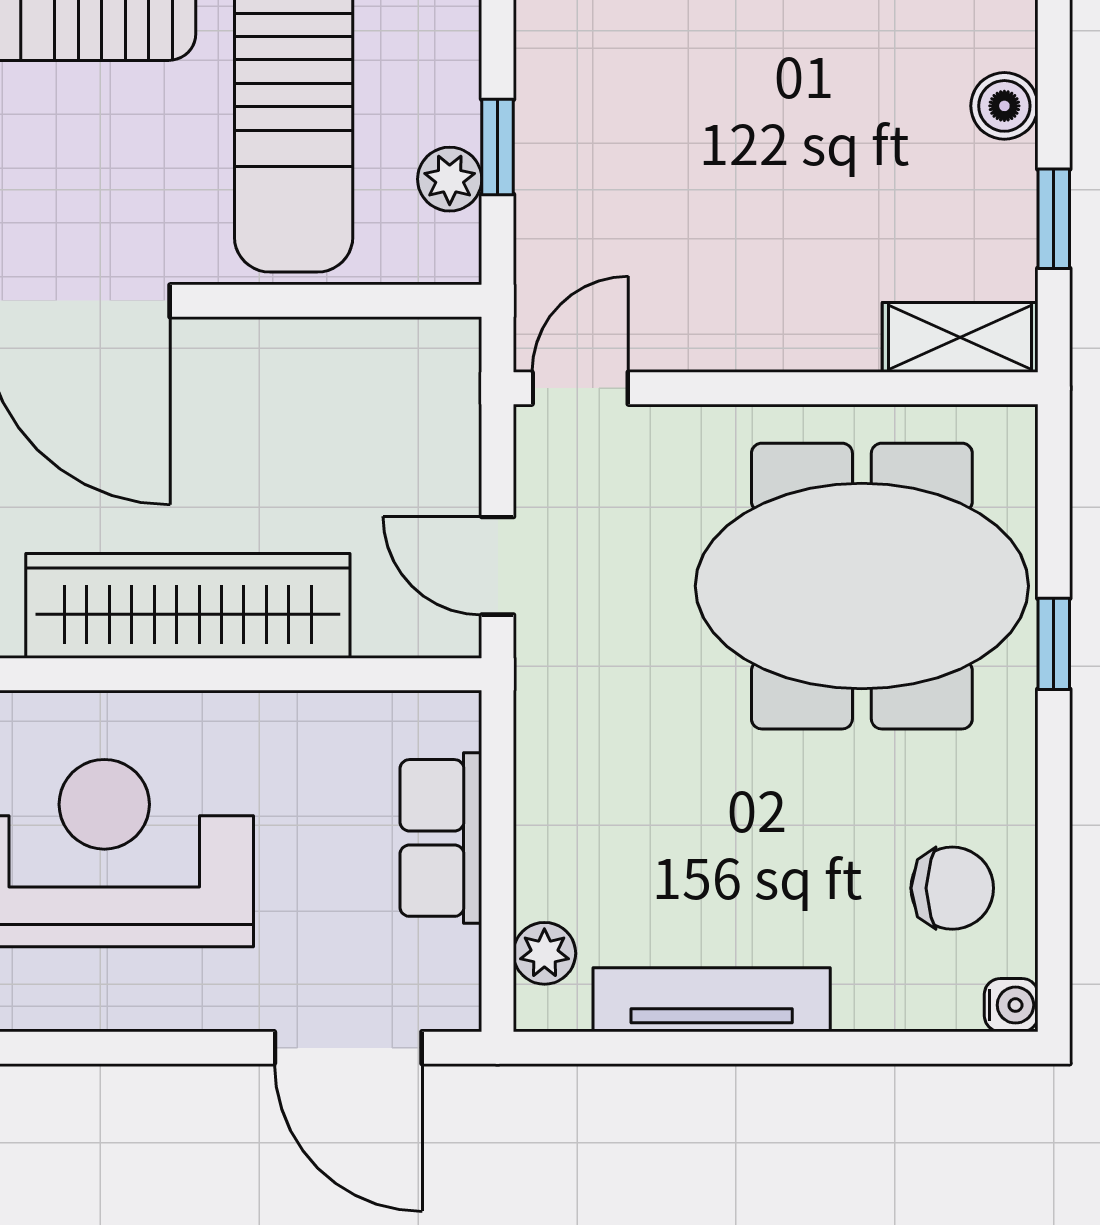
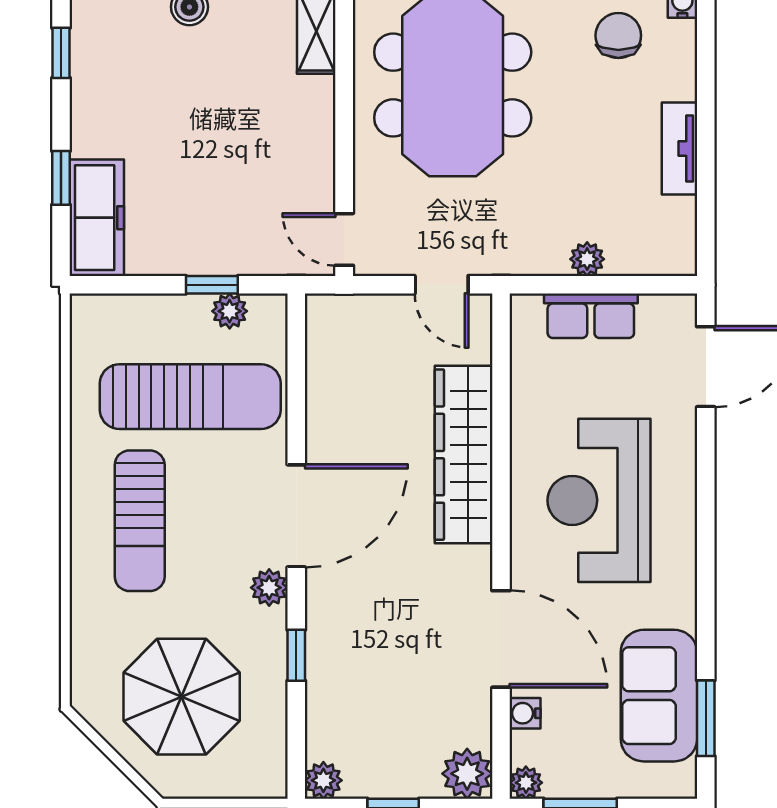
door: (498, 566) -> (442, 285), hinge flipped
plant: (544, 953) -> (587, 259), moved
tv unit: (712, 1000) -> (679, 149), width x0.71

